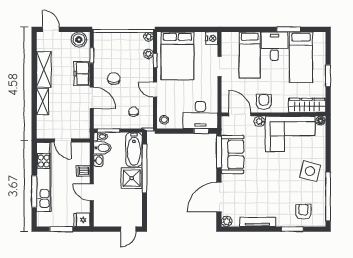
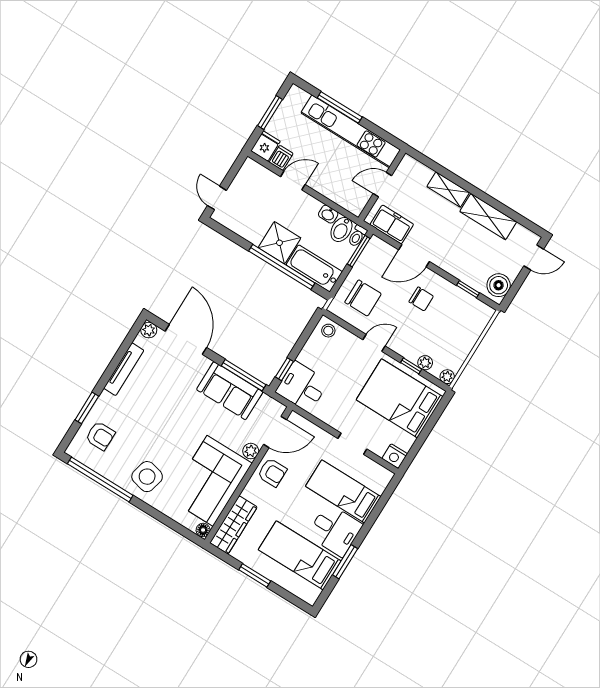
freezer: (82, 74) -> (392, 224), moved
chair: (134, 112) -> (363, 298), width x1.87, depth x1.87
desk: (200, 115) -> (302, 387), width x0.73
dishwasher: (83, 171) -> (281, 158), moved

